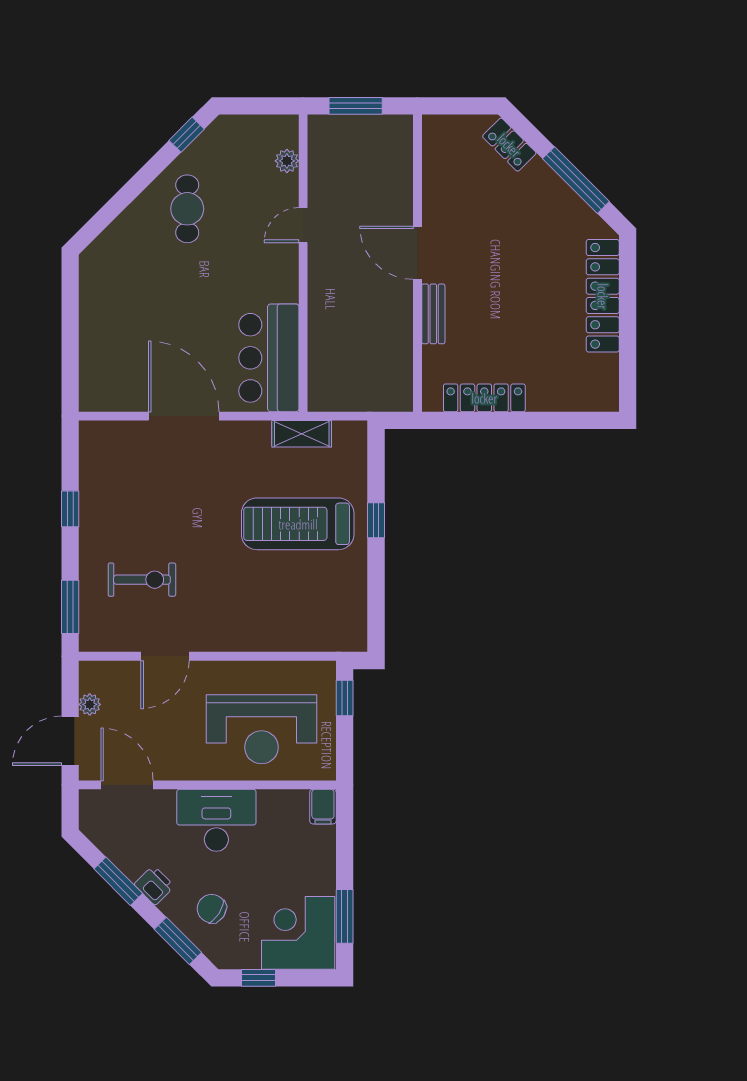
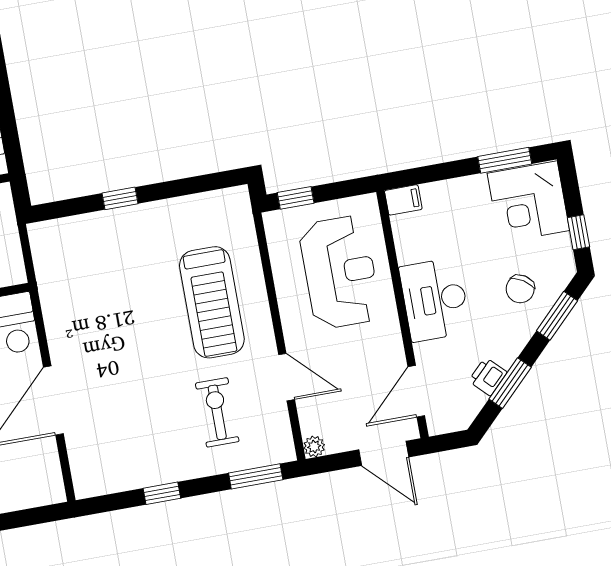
shelving: (302, 434) -> (50, 284), removed
treadmill: (298, 524) -> (212, 302), moved
plant: (90, 704) -> (314, 447), moved
printer: (154, 885) -> (488, 377), moved

